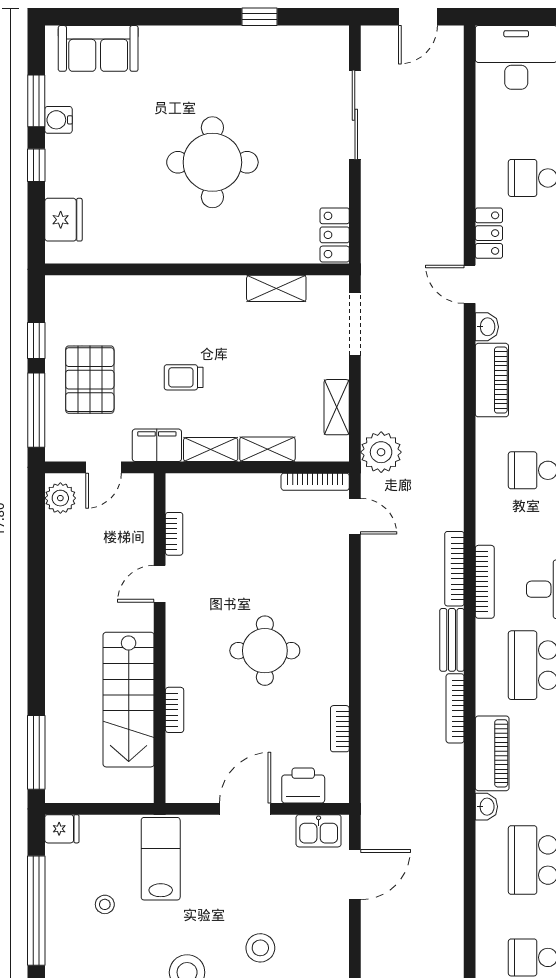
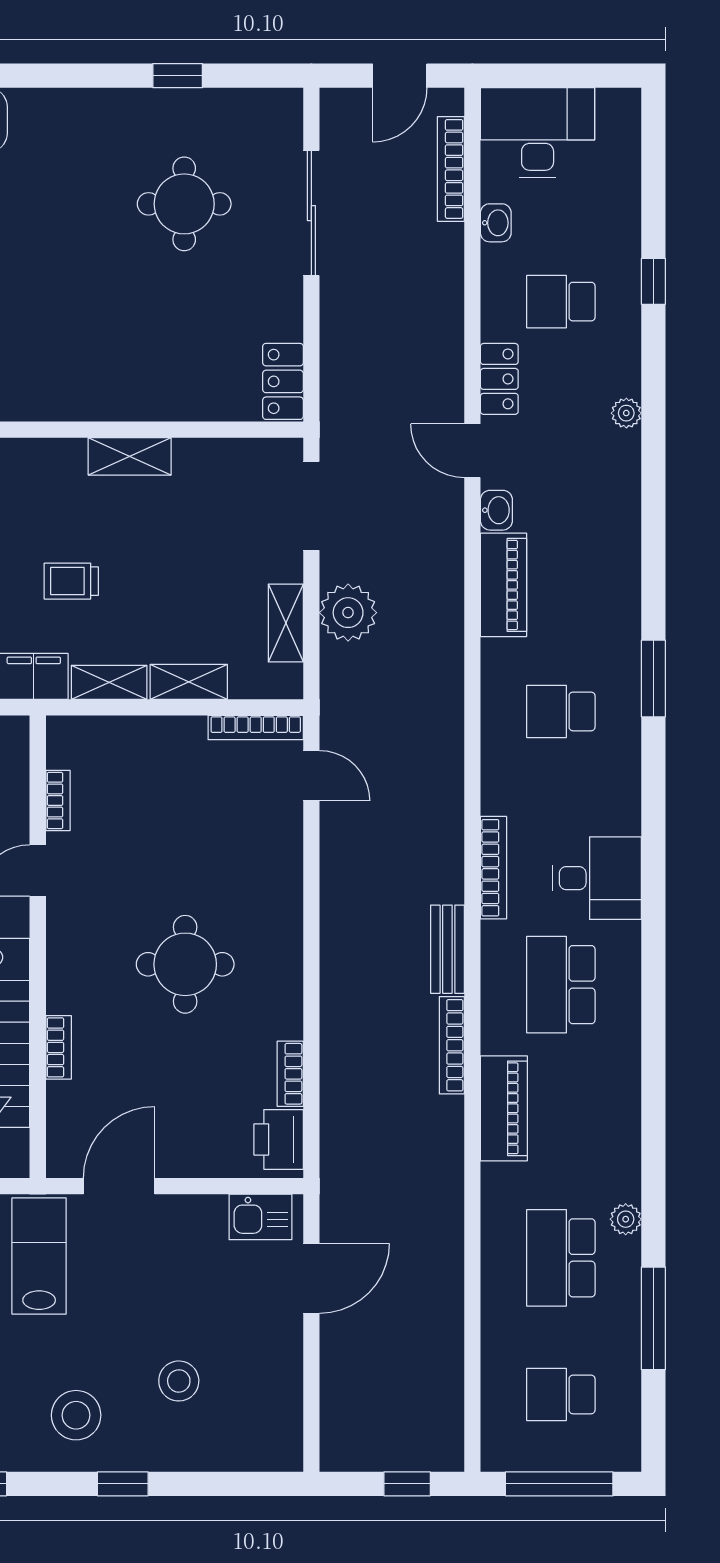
round table: (212, 162) -> (184, 204), moved, width x0.73, depth x0.73
shelving: (276, 288) -> (130, 456), moved
plant: (381, 452) -> (348, 613), moved
bookcase: (454, 569) -> (451, 169), moved
printer: (303, 785) -> (279, 1139), moved, turned -90
washbasin: (486, 807) -> (496, 223), moved
door: (245, 809) -> (119, 1186), moved

